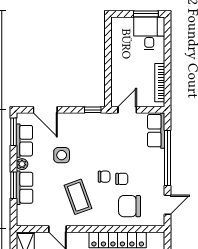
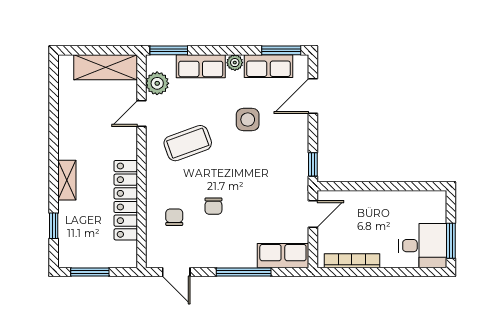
door: (127, 110) -> (313, 214), hinge flipped
window: (168, 158) -> (244, 272), width x0.68
chair: (104, 177) -> (217, 181), removed
window: (14, 185) -> (169, 50), moved
chair: (130, 206) -> (174, 217), width x0.54, depth x0.54
plant: (36, 218) -> (157, 83), added

